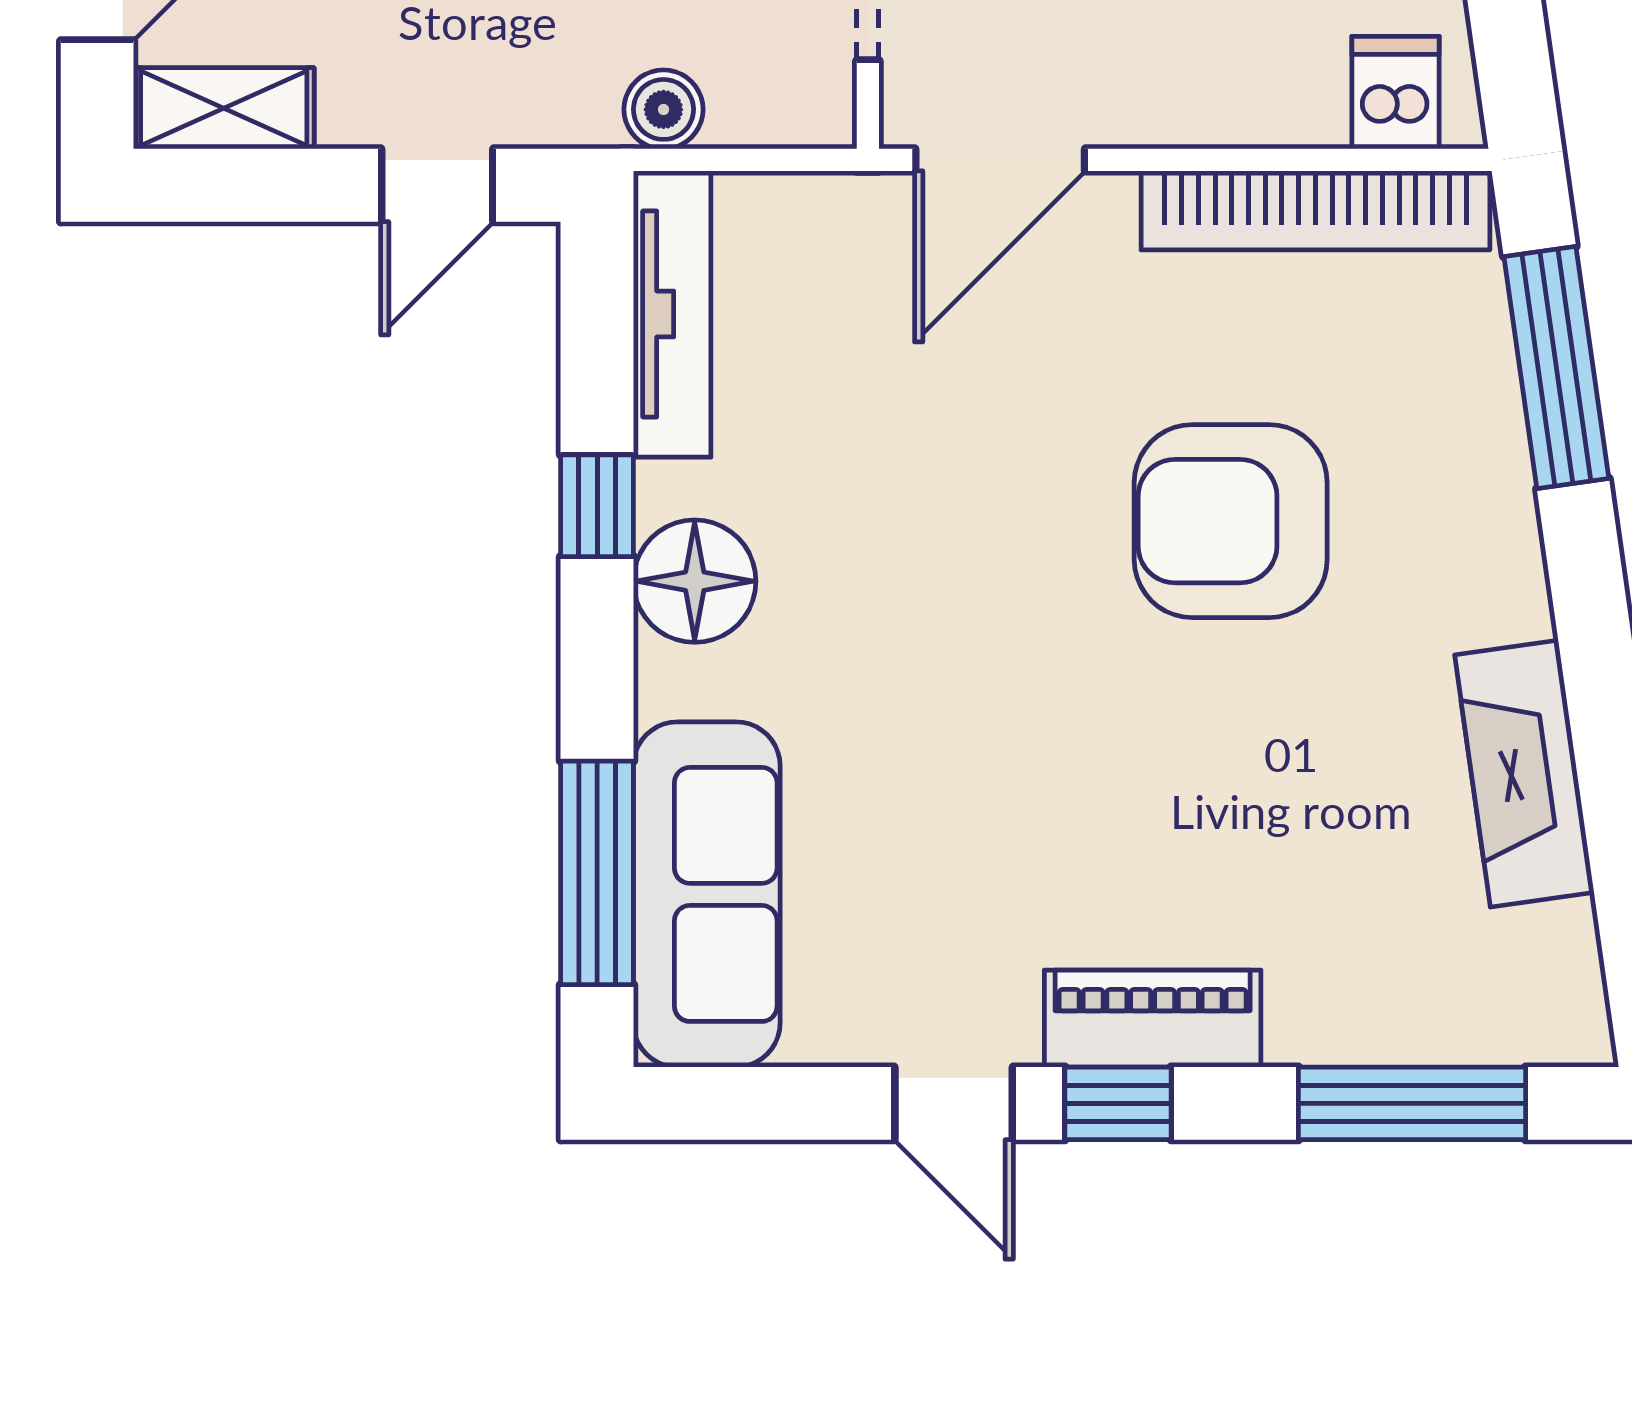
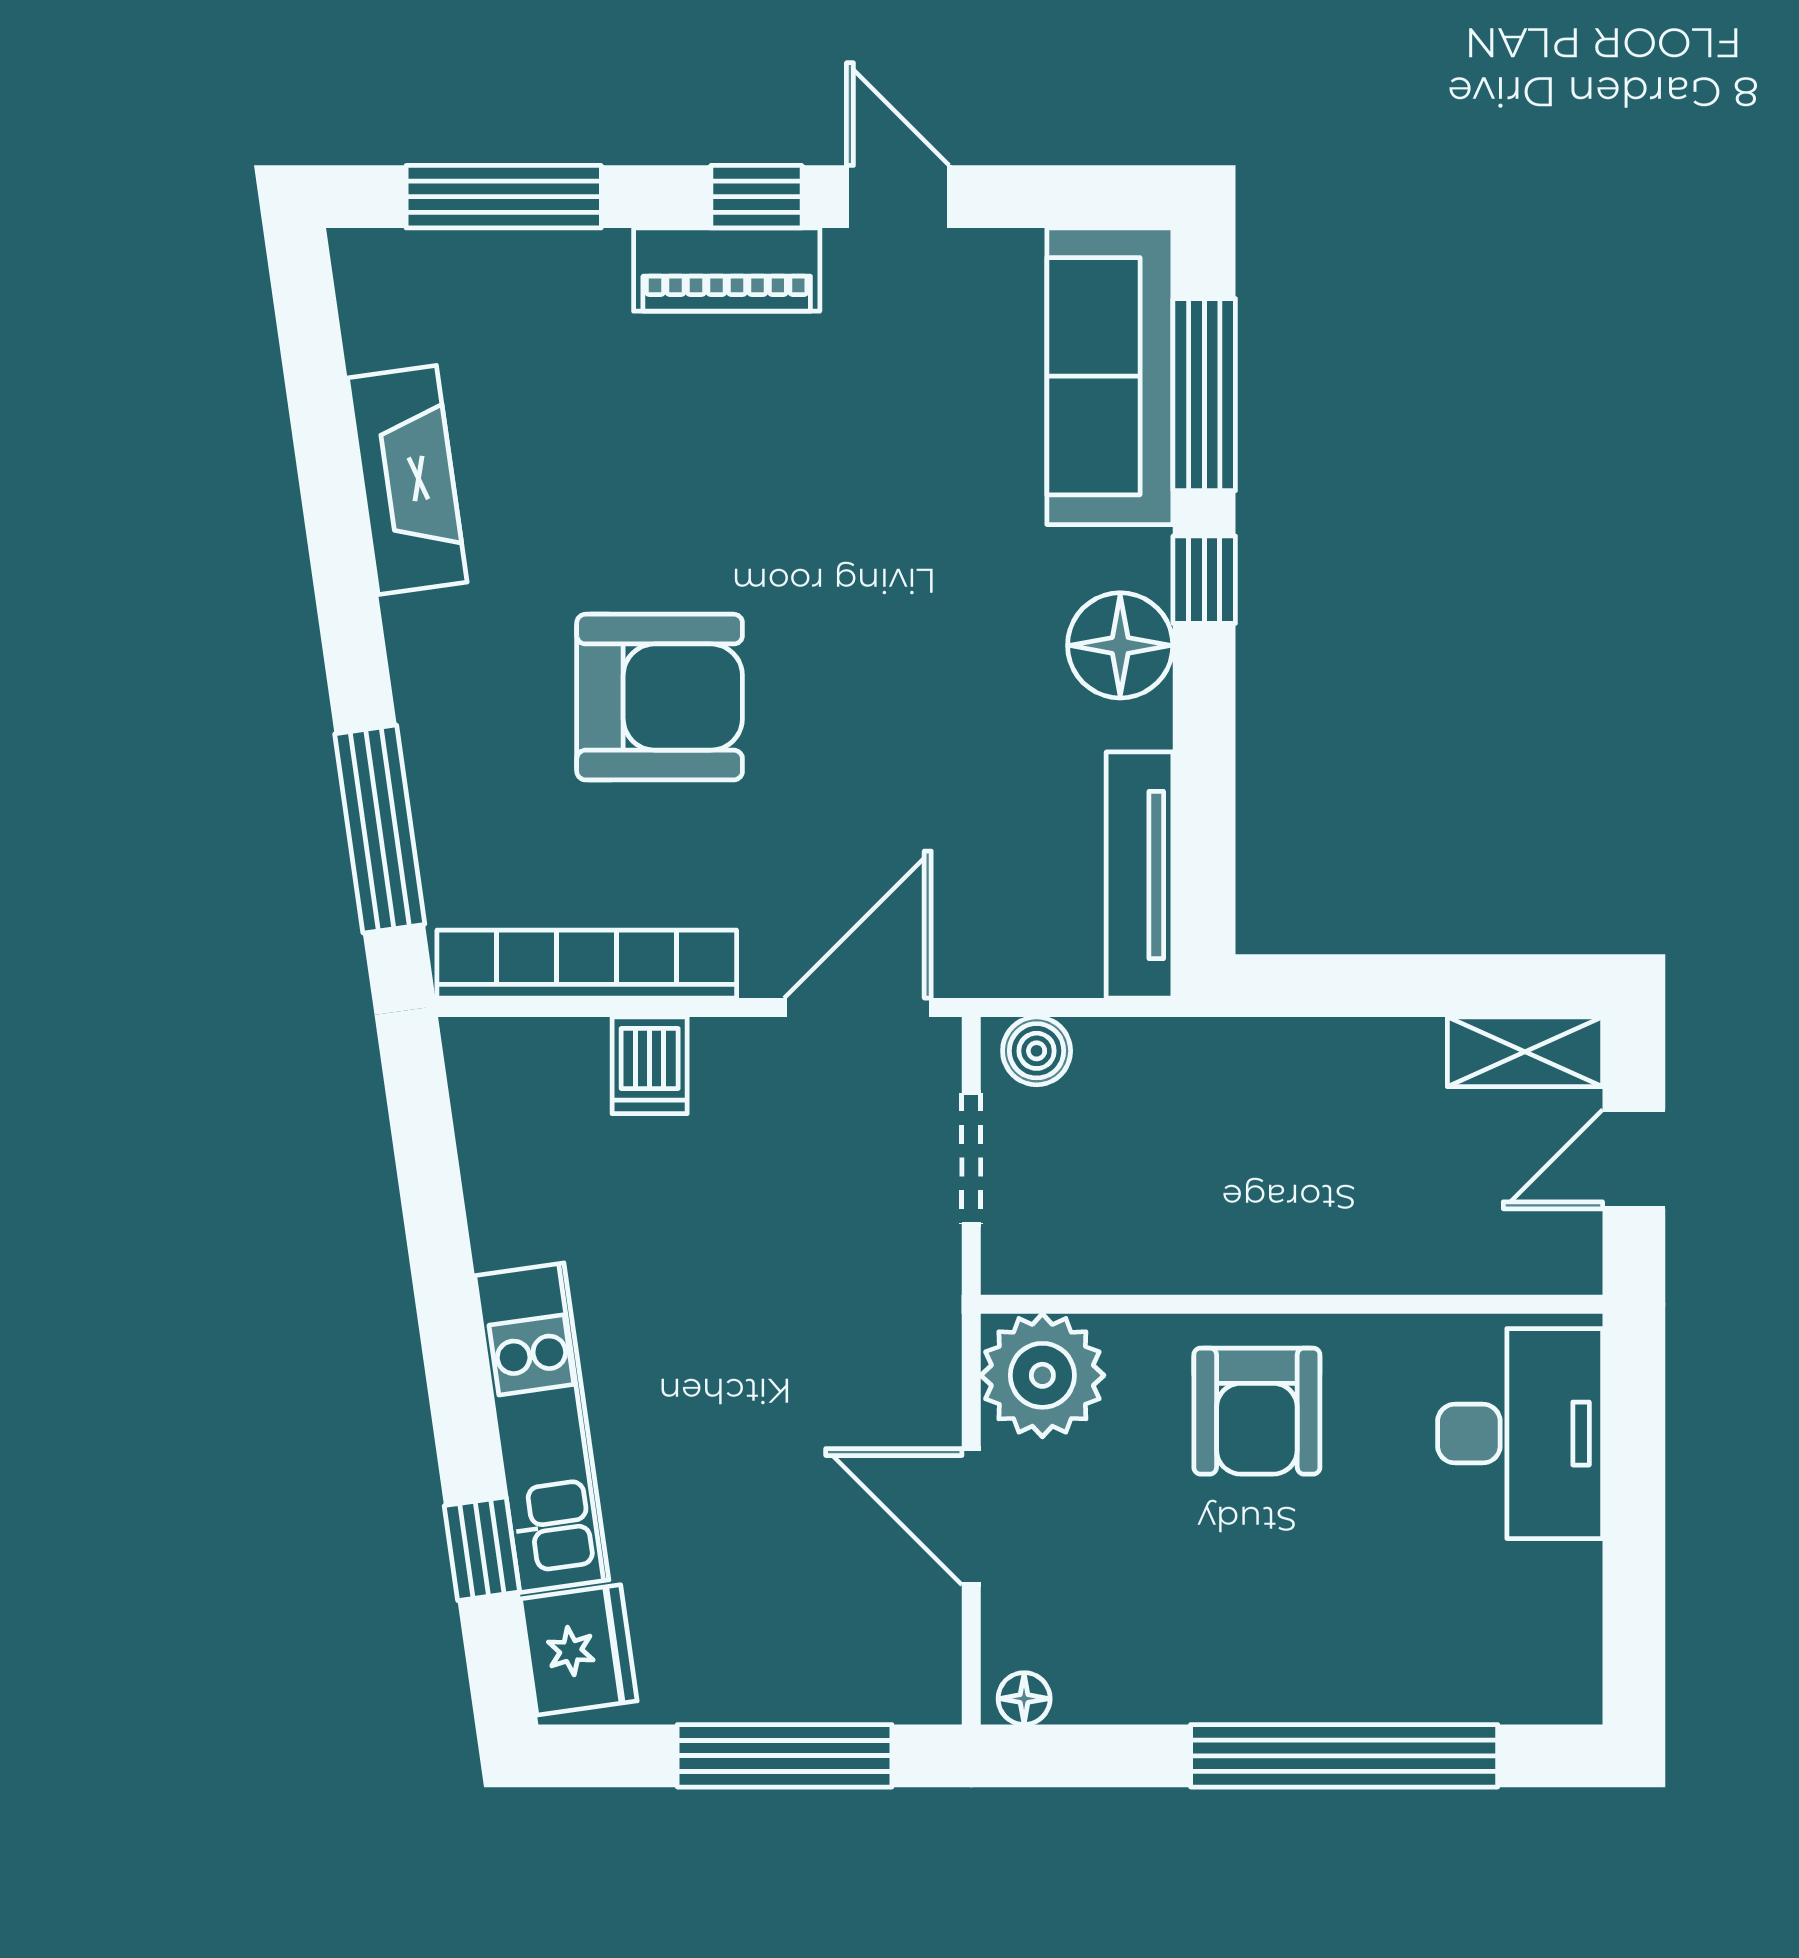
dishwasher: (1396, 93) -> (650, 1065), moved
boiler: (663, 109) -> (1037, 1051), moved
door: (437, 185) -> (1341, 986), removed
window: (597, 506) -> (1204, 580), moved

